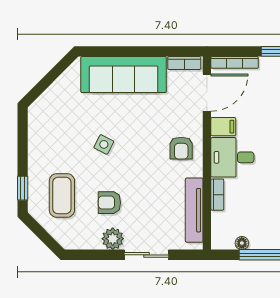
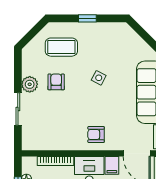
window: (23, 188) -> (87, 18), moved
bookcase: (217, 195) -> (55, 161), width x1.56
tv unit: (194, 210) -> (51, 144), removed

